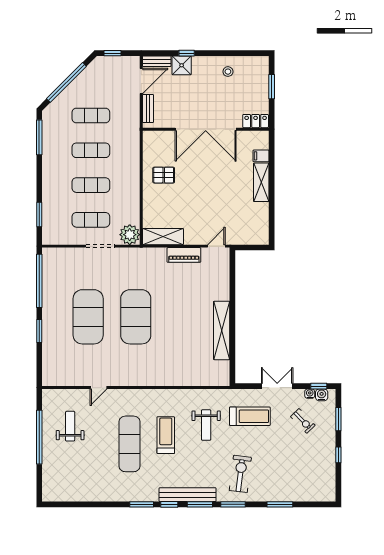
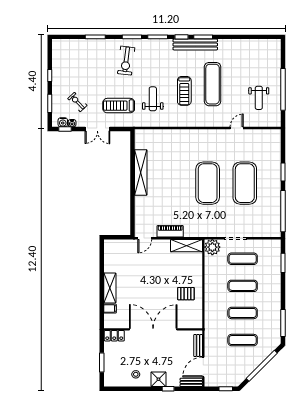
shower: (182, 65) -> (158, 379), moved
bench: (188, 495) -> (195, 45), moved

